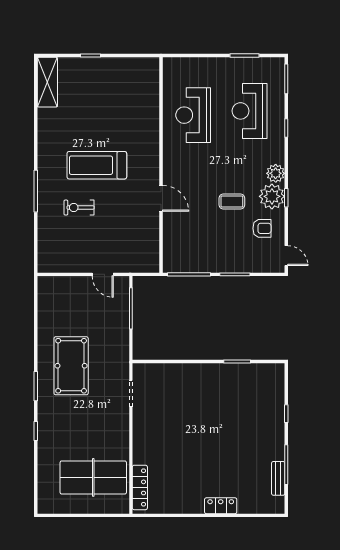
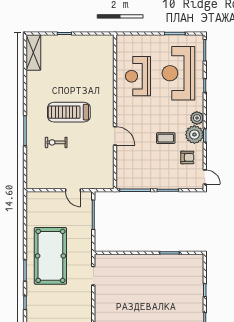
reception desk: (250, 111) -> (178, 73), width x1.36, depth x1.30
pool table: (71, 366) -> (50, 256), width x1.36, depth x1.32

